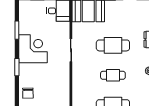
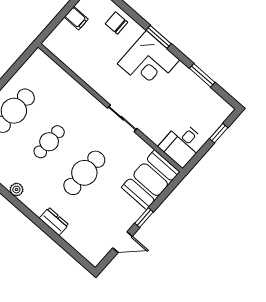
corner desk: (33, 49) -> (148, 62), moved

